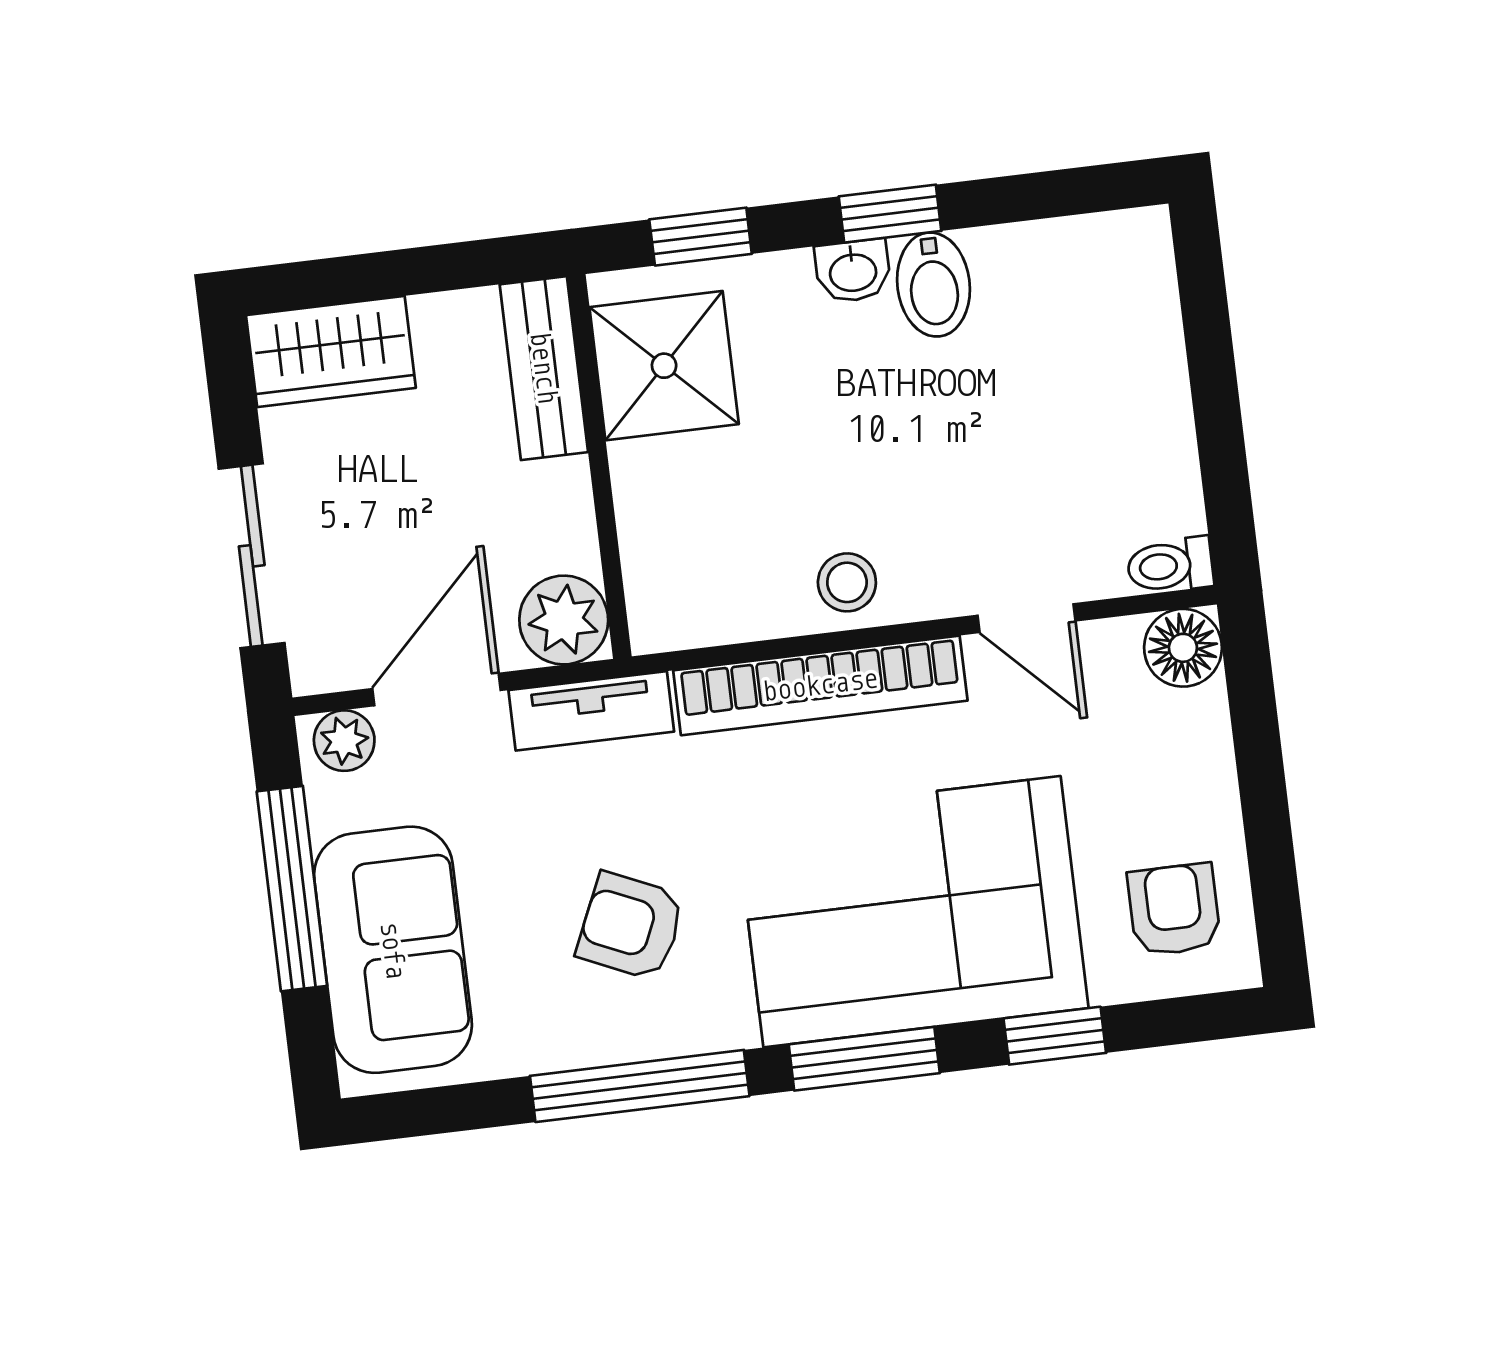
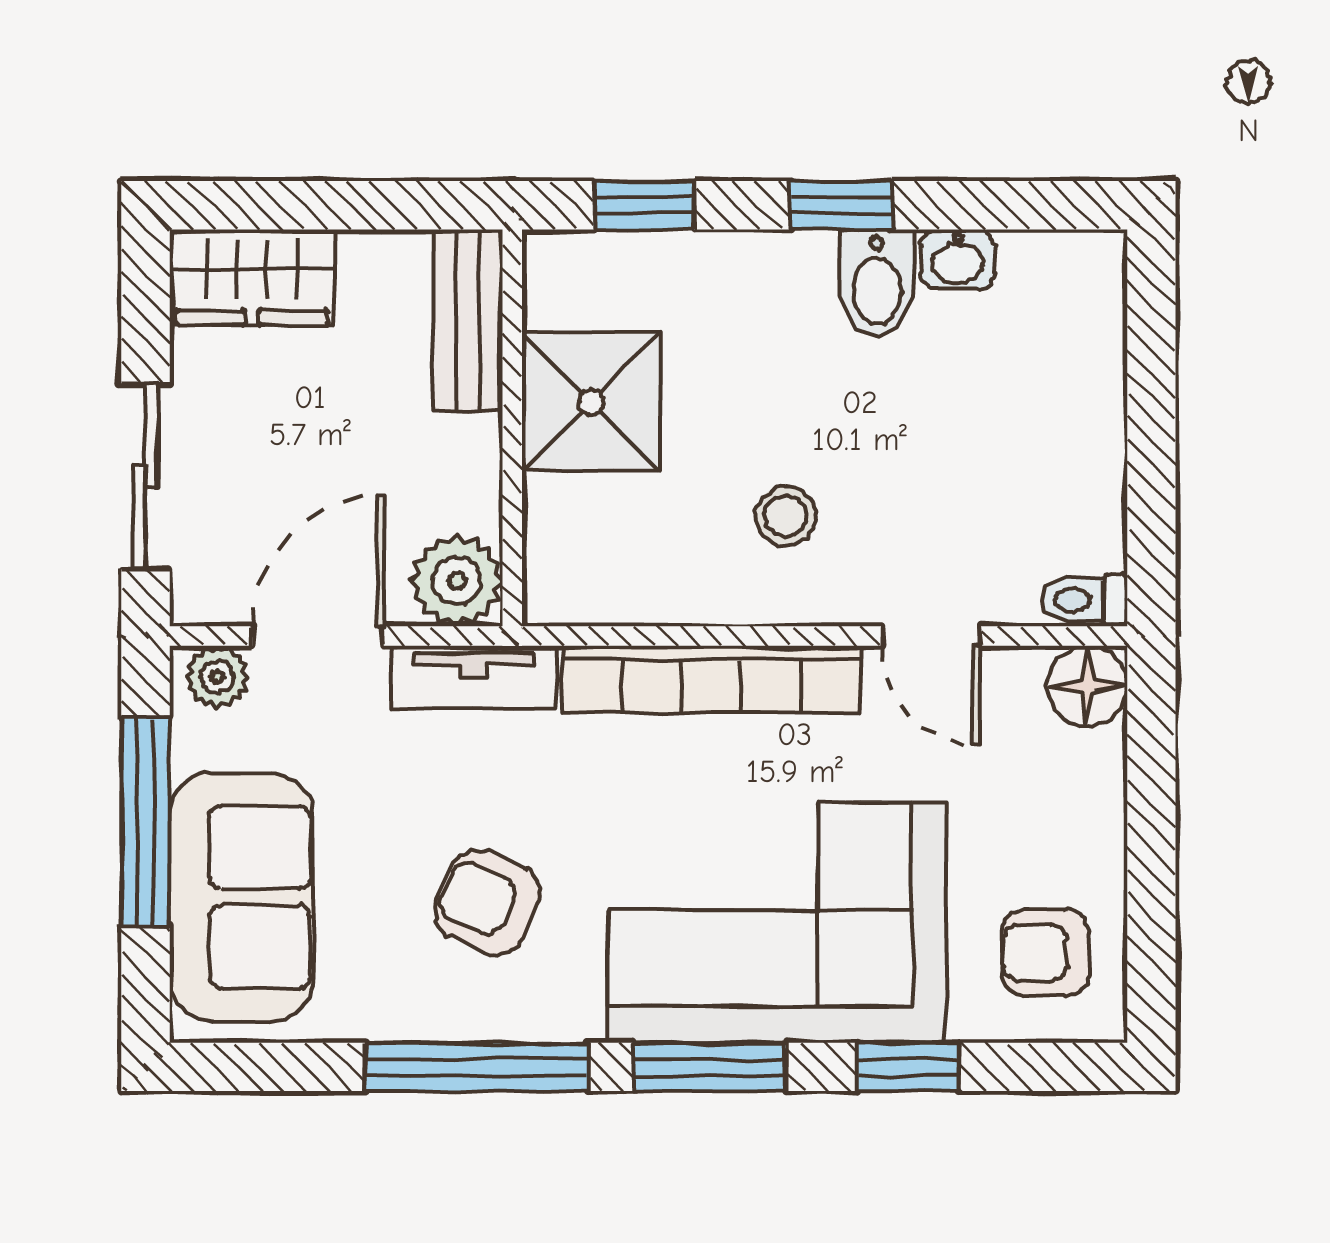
washbasin: (853, 271) -> (958, 259), moved
shower: (664, 366) -> (591, 402), moved
stool: (847, 582) -> (786, 516), moved
armchair: (1174, 910) -> (1046, 953), turned -90

